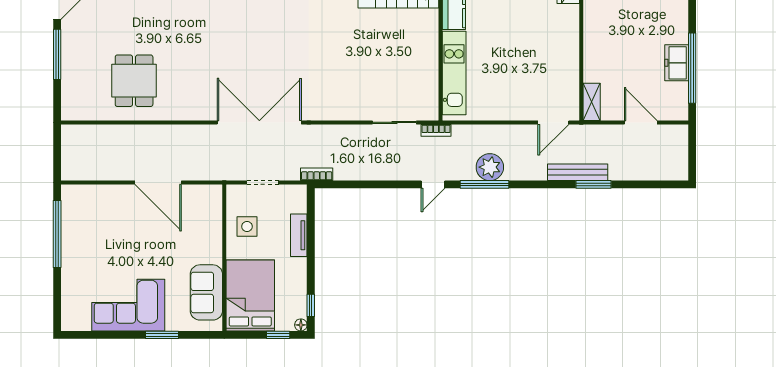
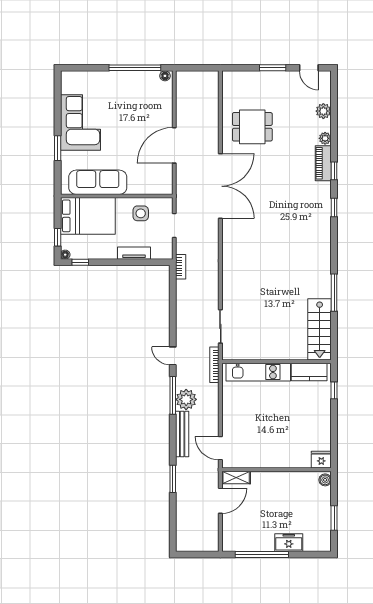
window: (57, 54) -> (273, 68), width x0.69
freezer: (677, 63) -> (289, 543), moved
double door: (259, 122) -> (220, 186), moved
door: (641, 122) -> (220, 501), moved
bookcase: (436, 130) -> (214, 365), width x1.56
bench: (578, 172) -> (182, 434), moved
floor lamp: (67, 195) -> (165, 76), added
sofa: (206, 292) -> (98, 182), width x1.36

